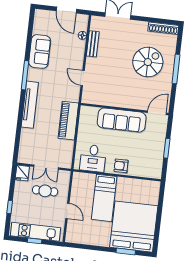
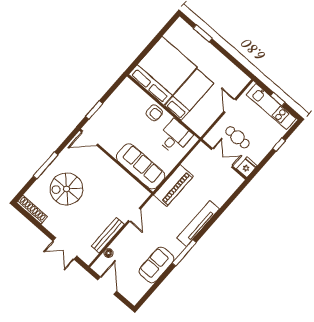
bench: (93, 44) -> (108, 235), width x1.36
sofa: (122, 120) -> (141, 166), moved
window: (167, 148) -> (94, 110), moved
bed: (134, 227) -> (163, 71), moved, turned 180

